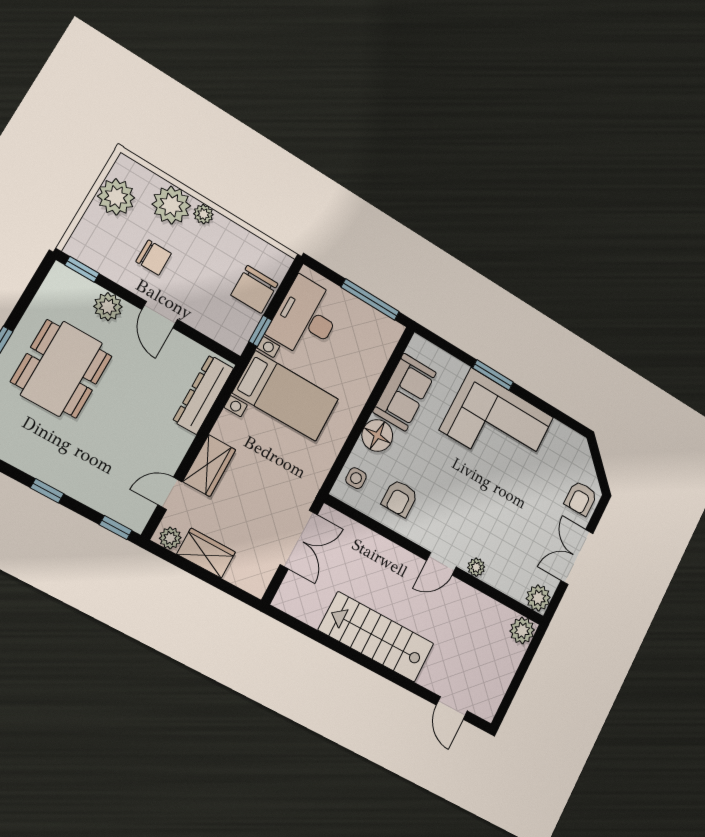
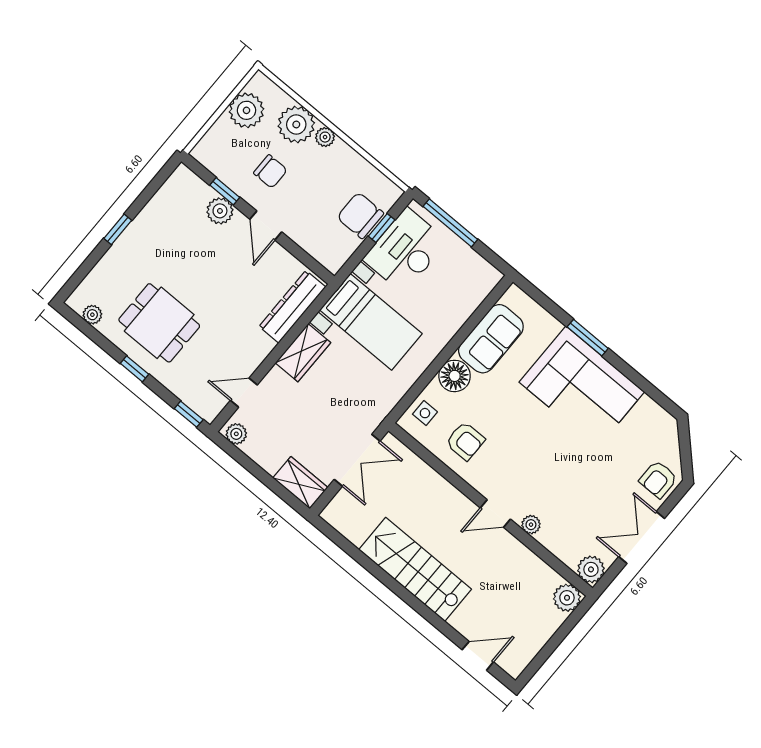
window: (82, 269) -> (225, 191), moved
chair: (254, 289) -> (360, 215), turned 90
window: (370, 299) -> (450, 223), moved
window: (260, 331) -> (382, 228), moved
dining table: (62, 369) -> (159, 323), moved, width x0.73
wardrobe: (209, 466) -> (303, 353), moved
armchair: (400, 498) -> (465, 441), turned -90
wardrobe: (206, 553) -> (300, 483), moved
door: (452, 708) -> (478, 656), swing flipped

